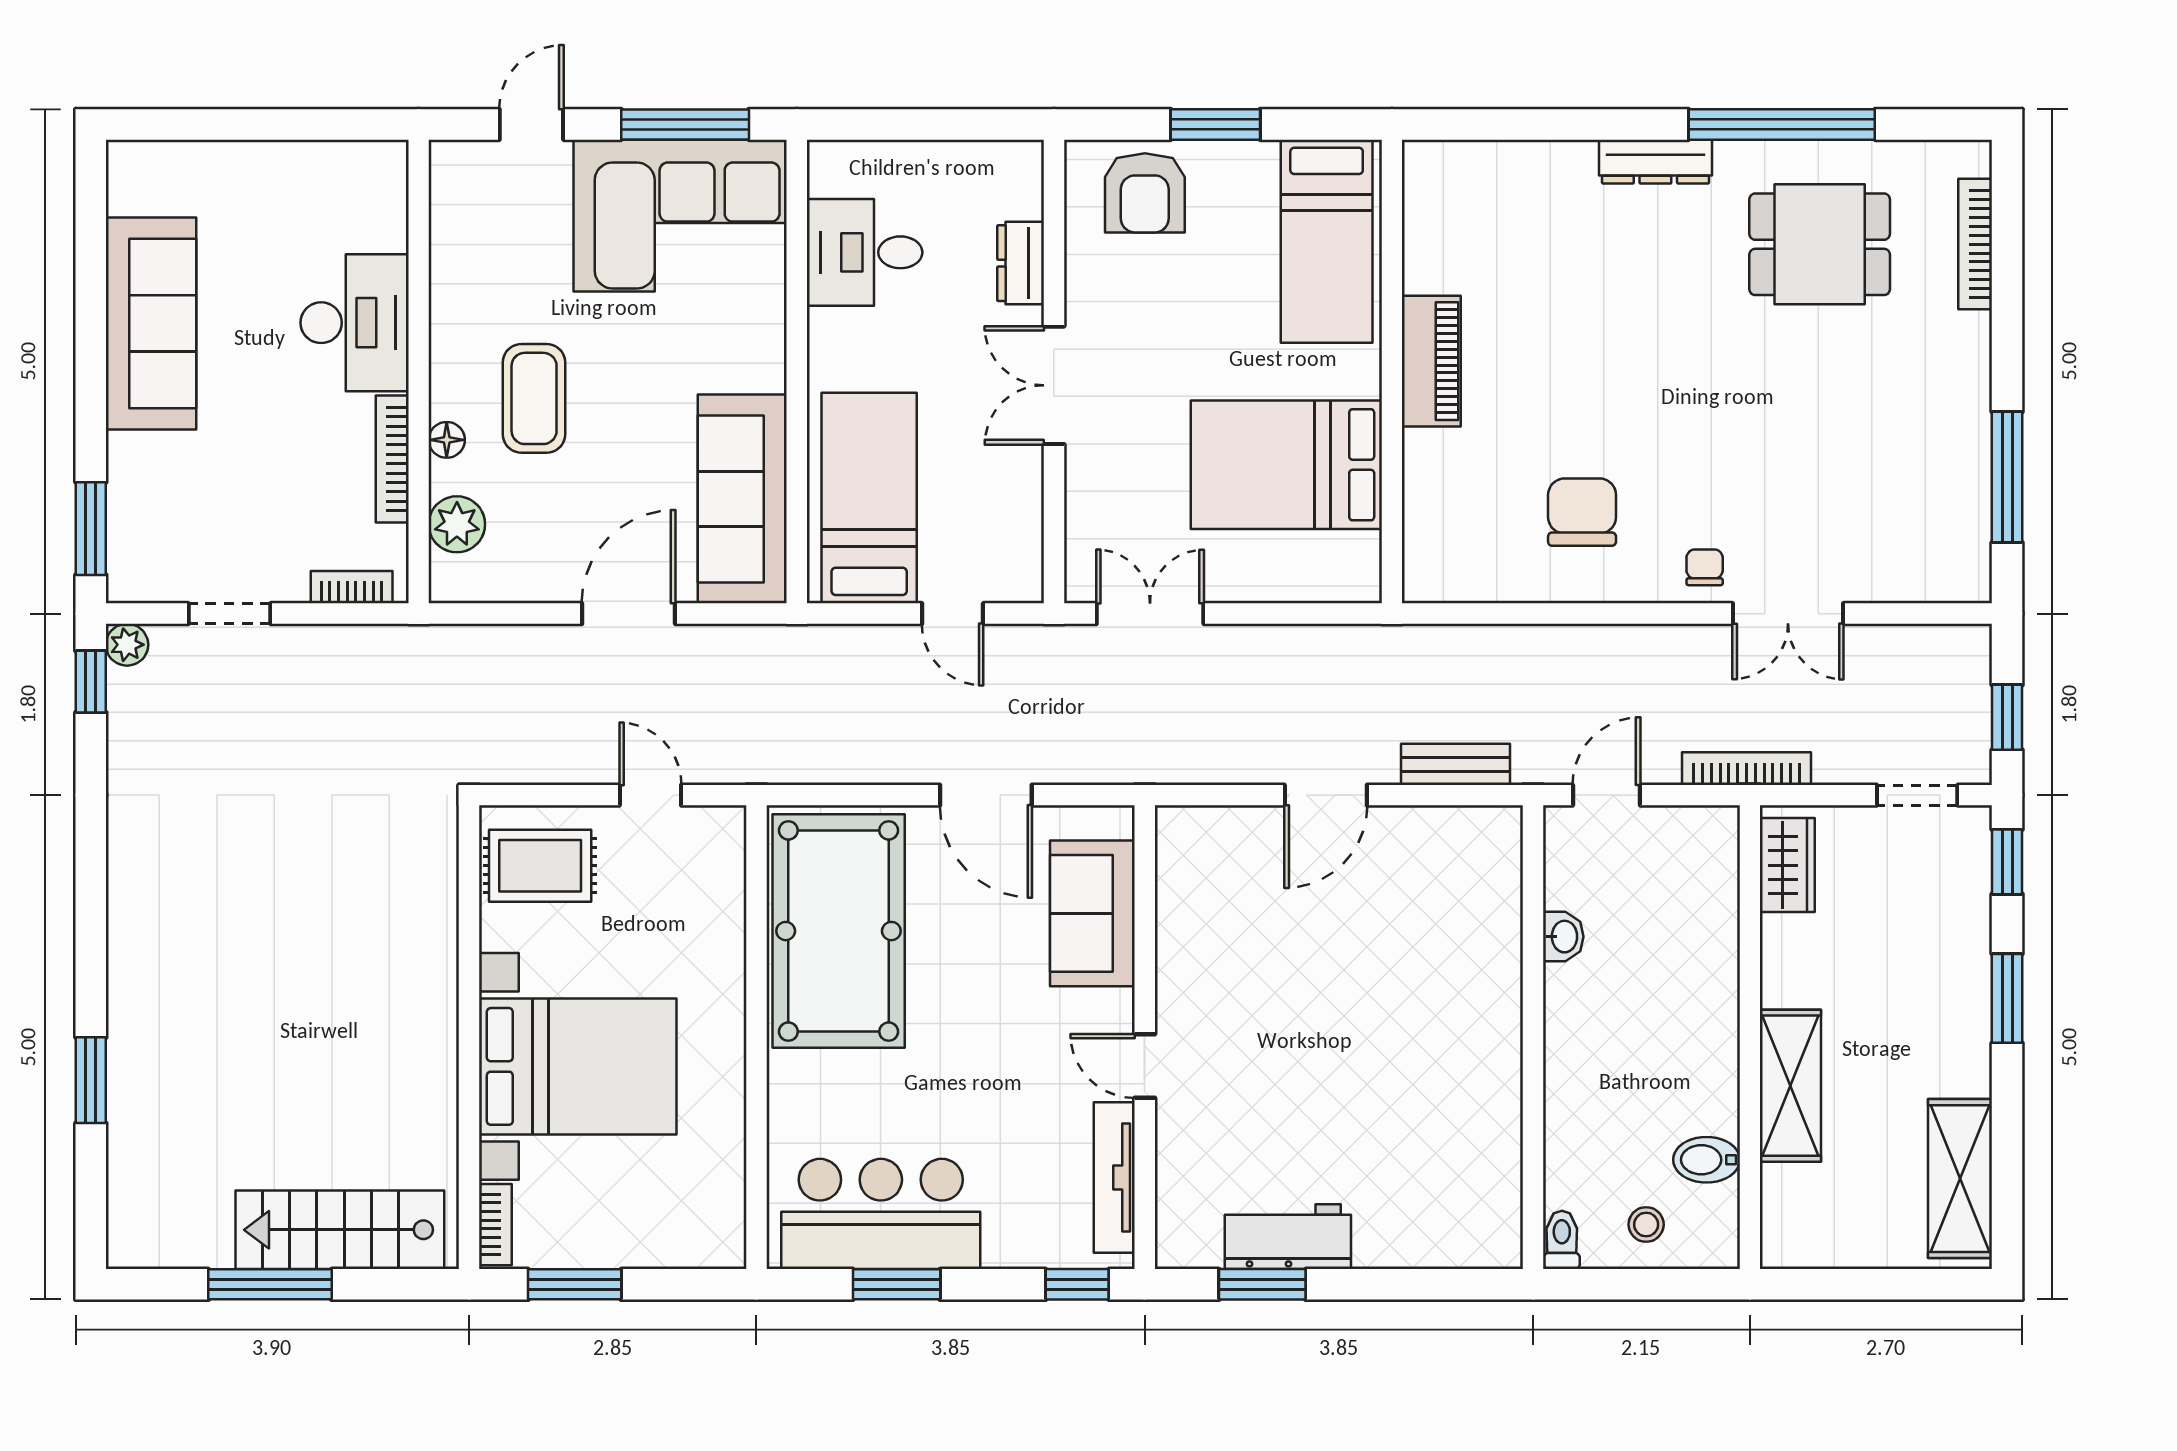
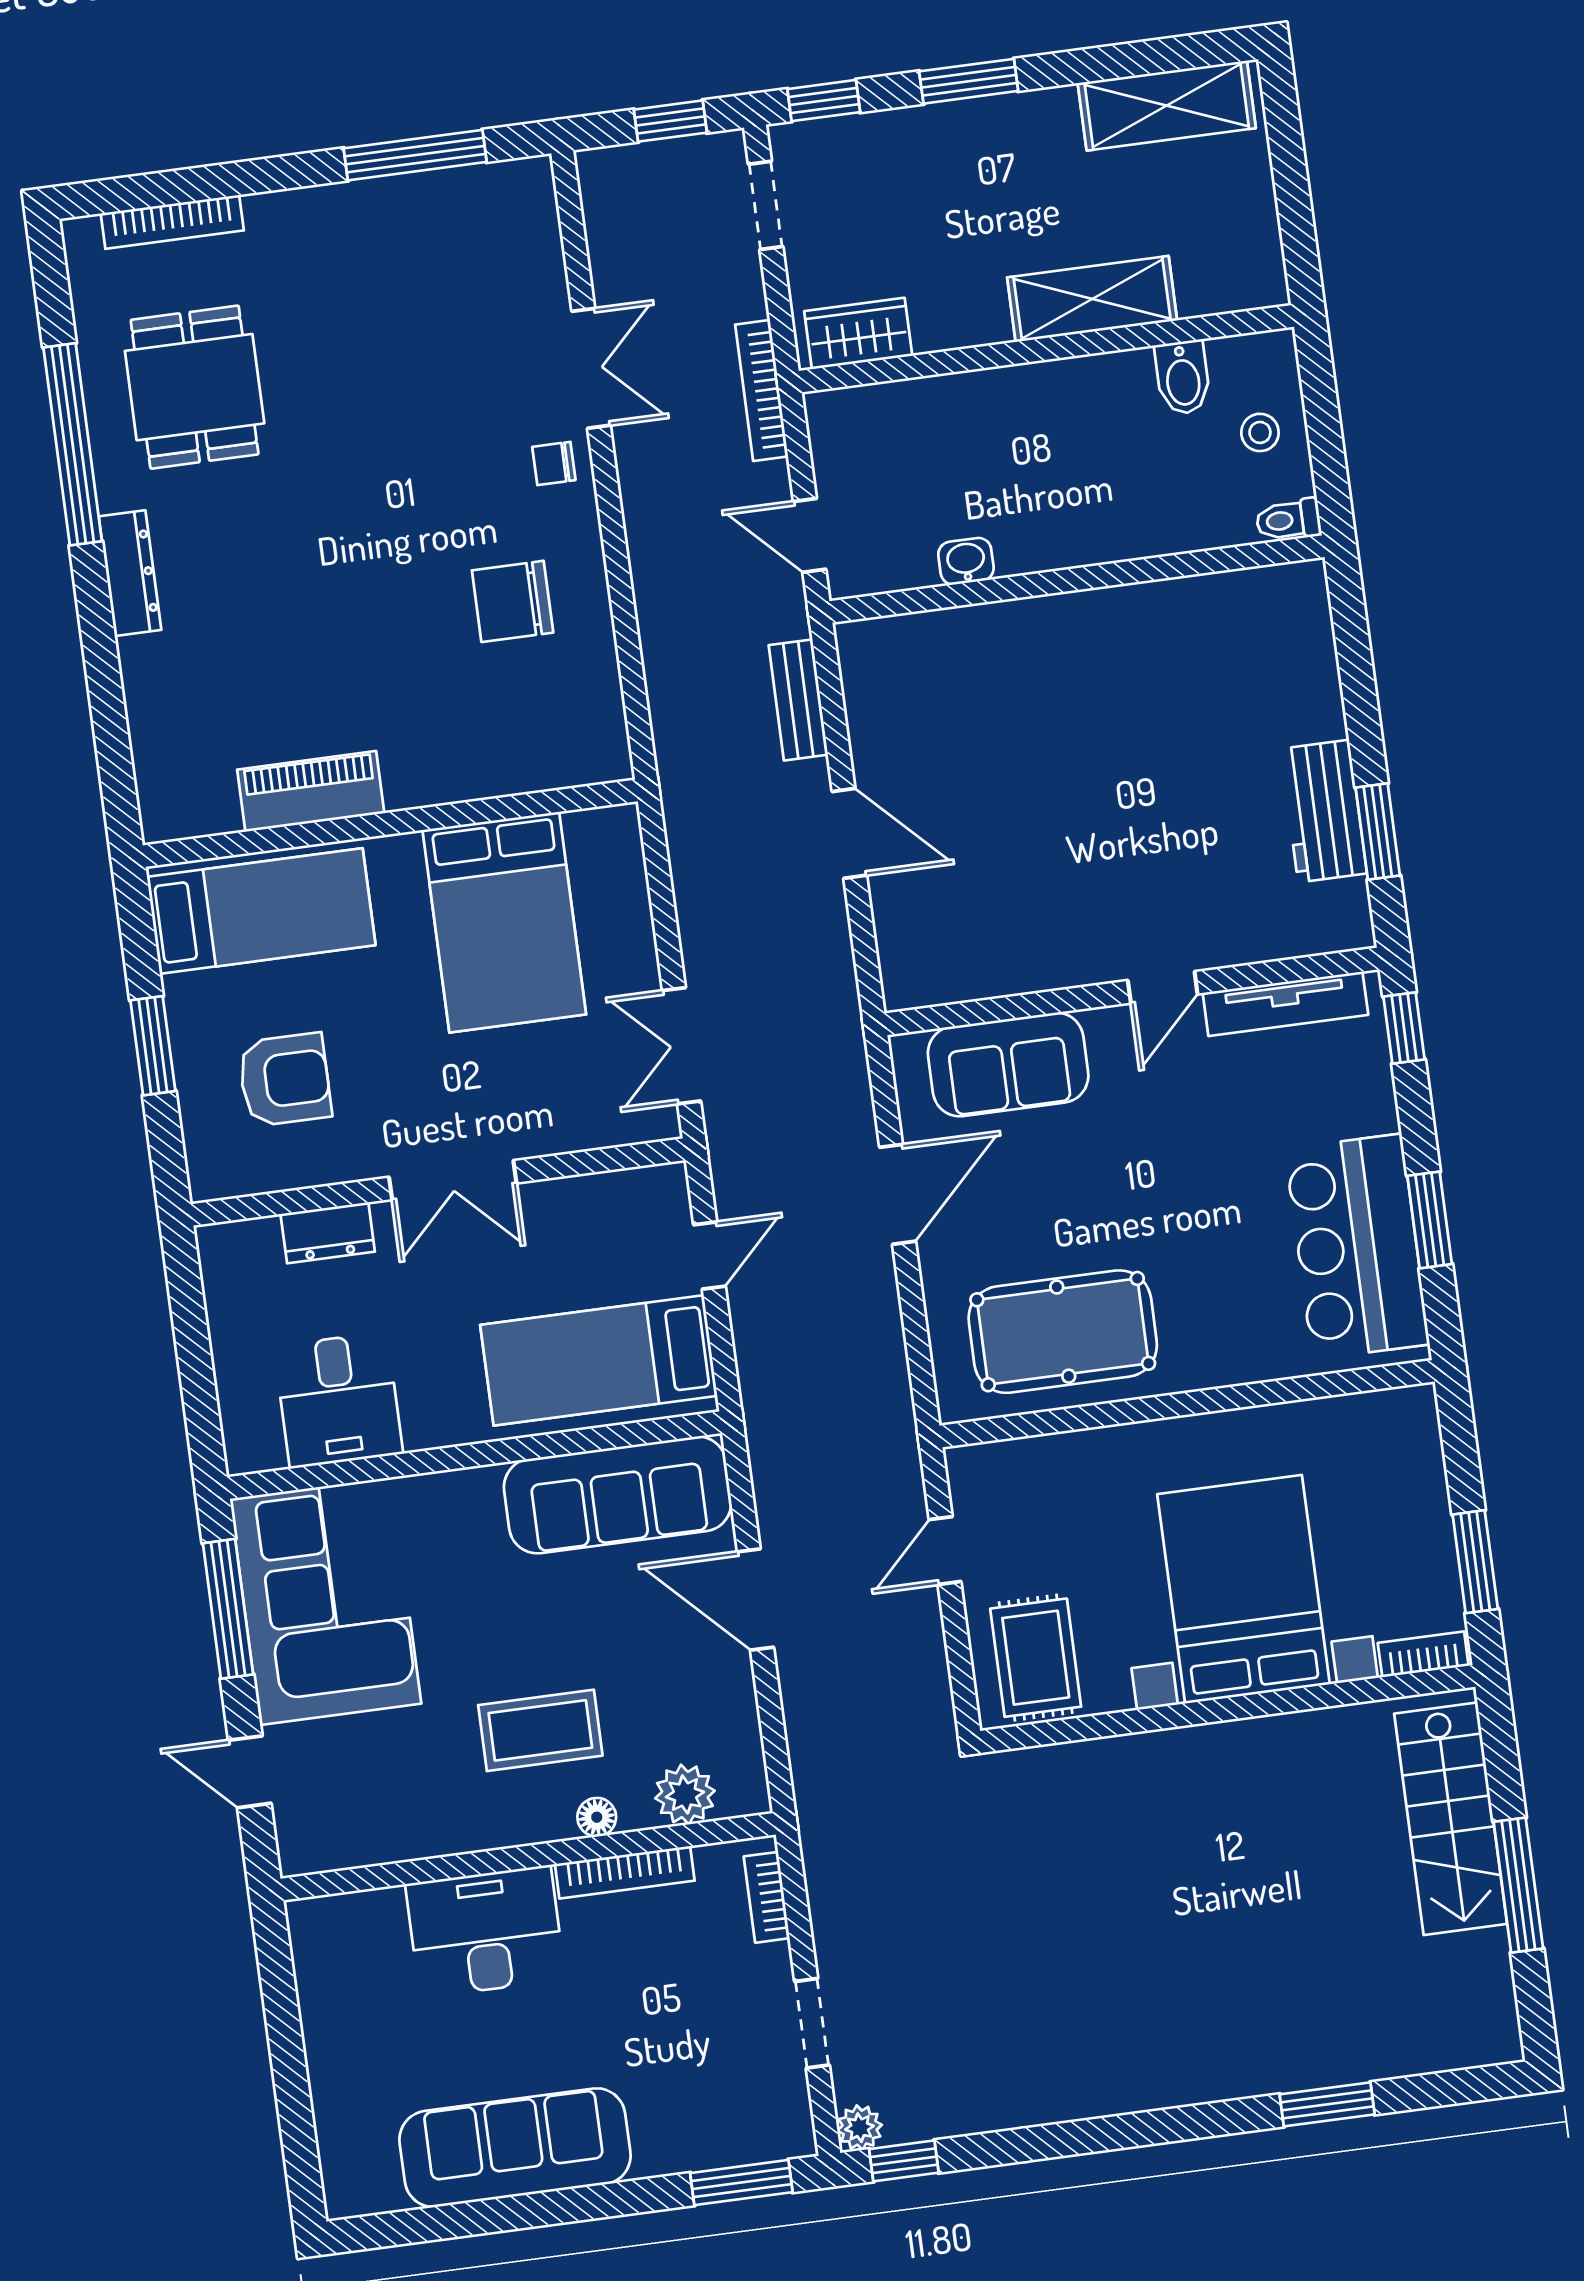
armchair: (1145, 193) -> (285, 1080), moved
piano: (1431, 361) -> (311, 791), moved
pool table: (839, 931) -> (1063, 1332), width x0.73, depth x0.76

